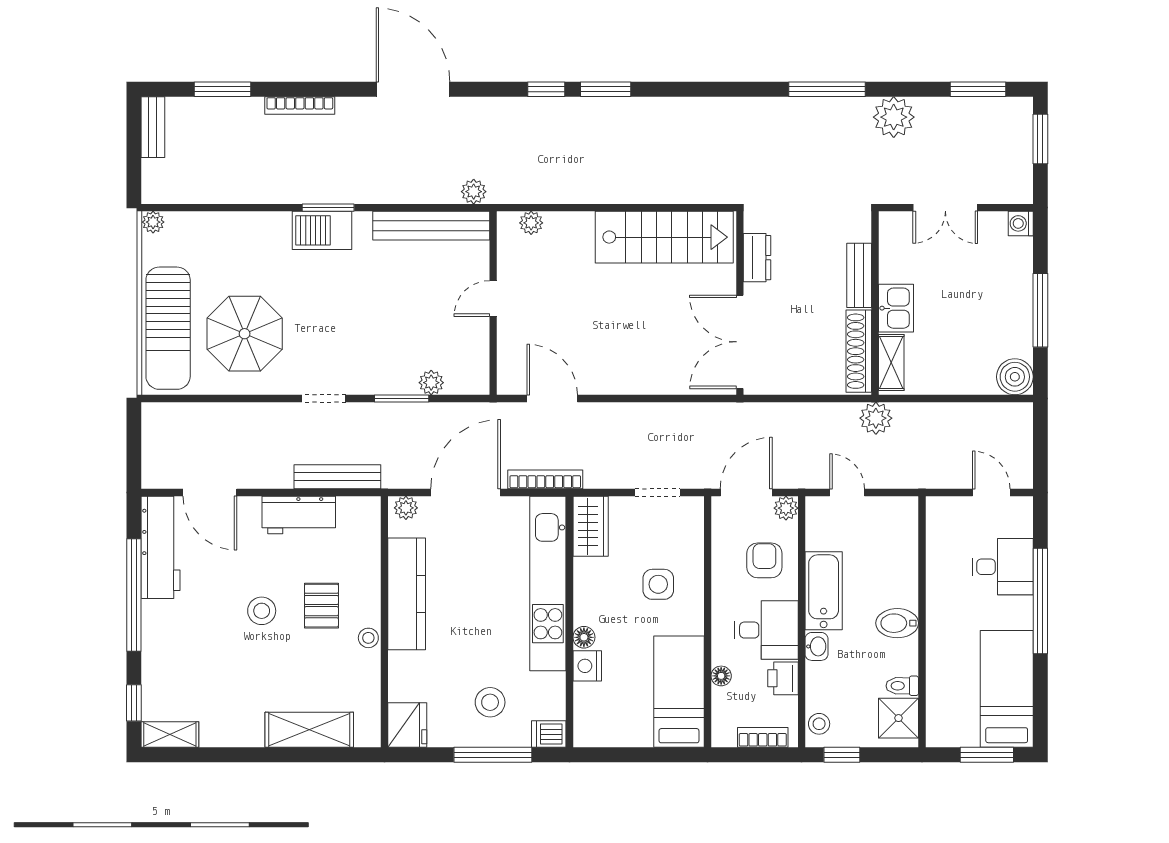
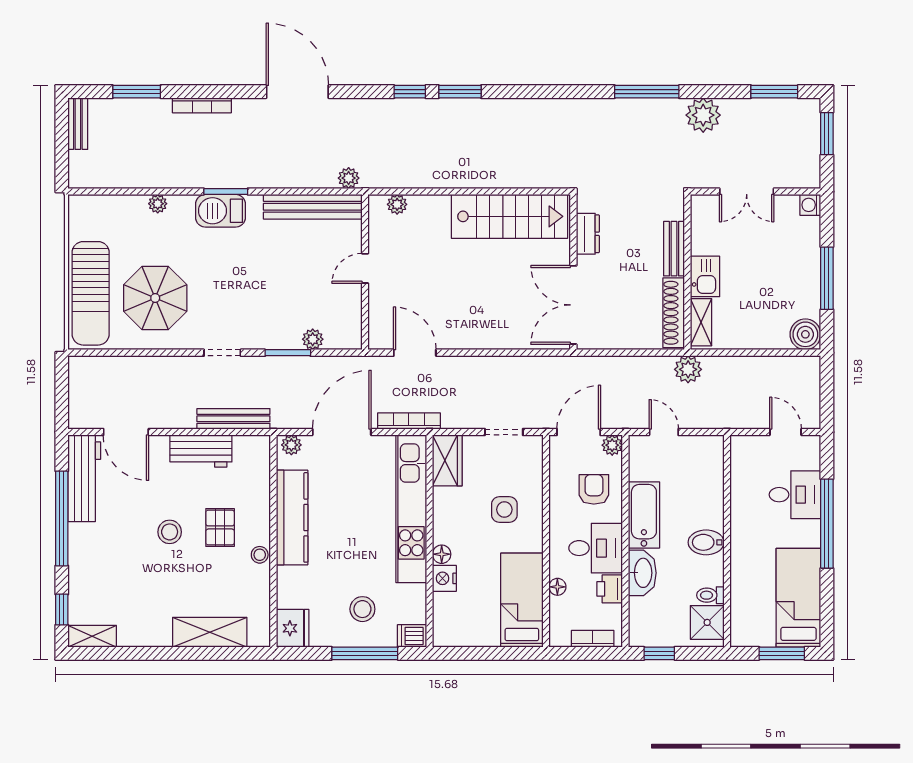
plant: (153, 222) -> (158, 204), moved
washbasin: (817, 646) -> (642, 573), width x1.91, depth x1.45
stool: (819, 724) -> (640, 627), removed

